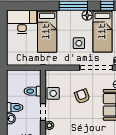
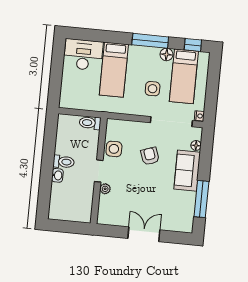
toilet: (33, 91) -> (90, 123), moved

